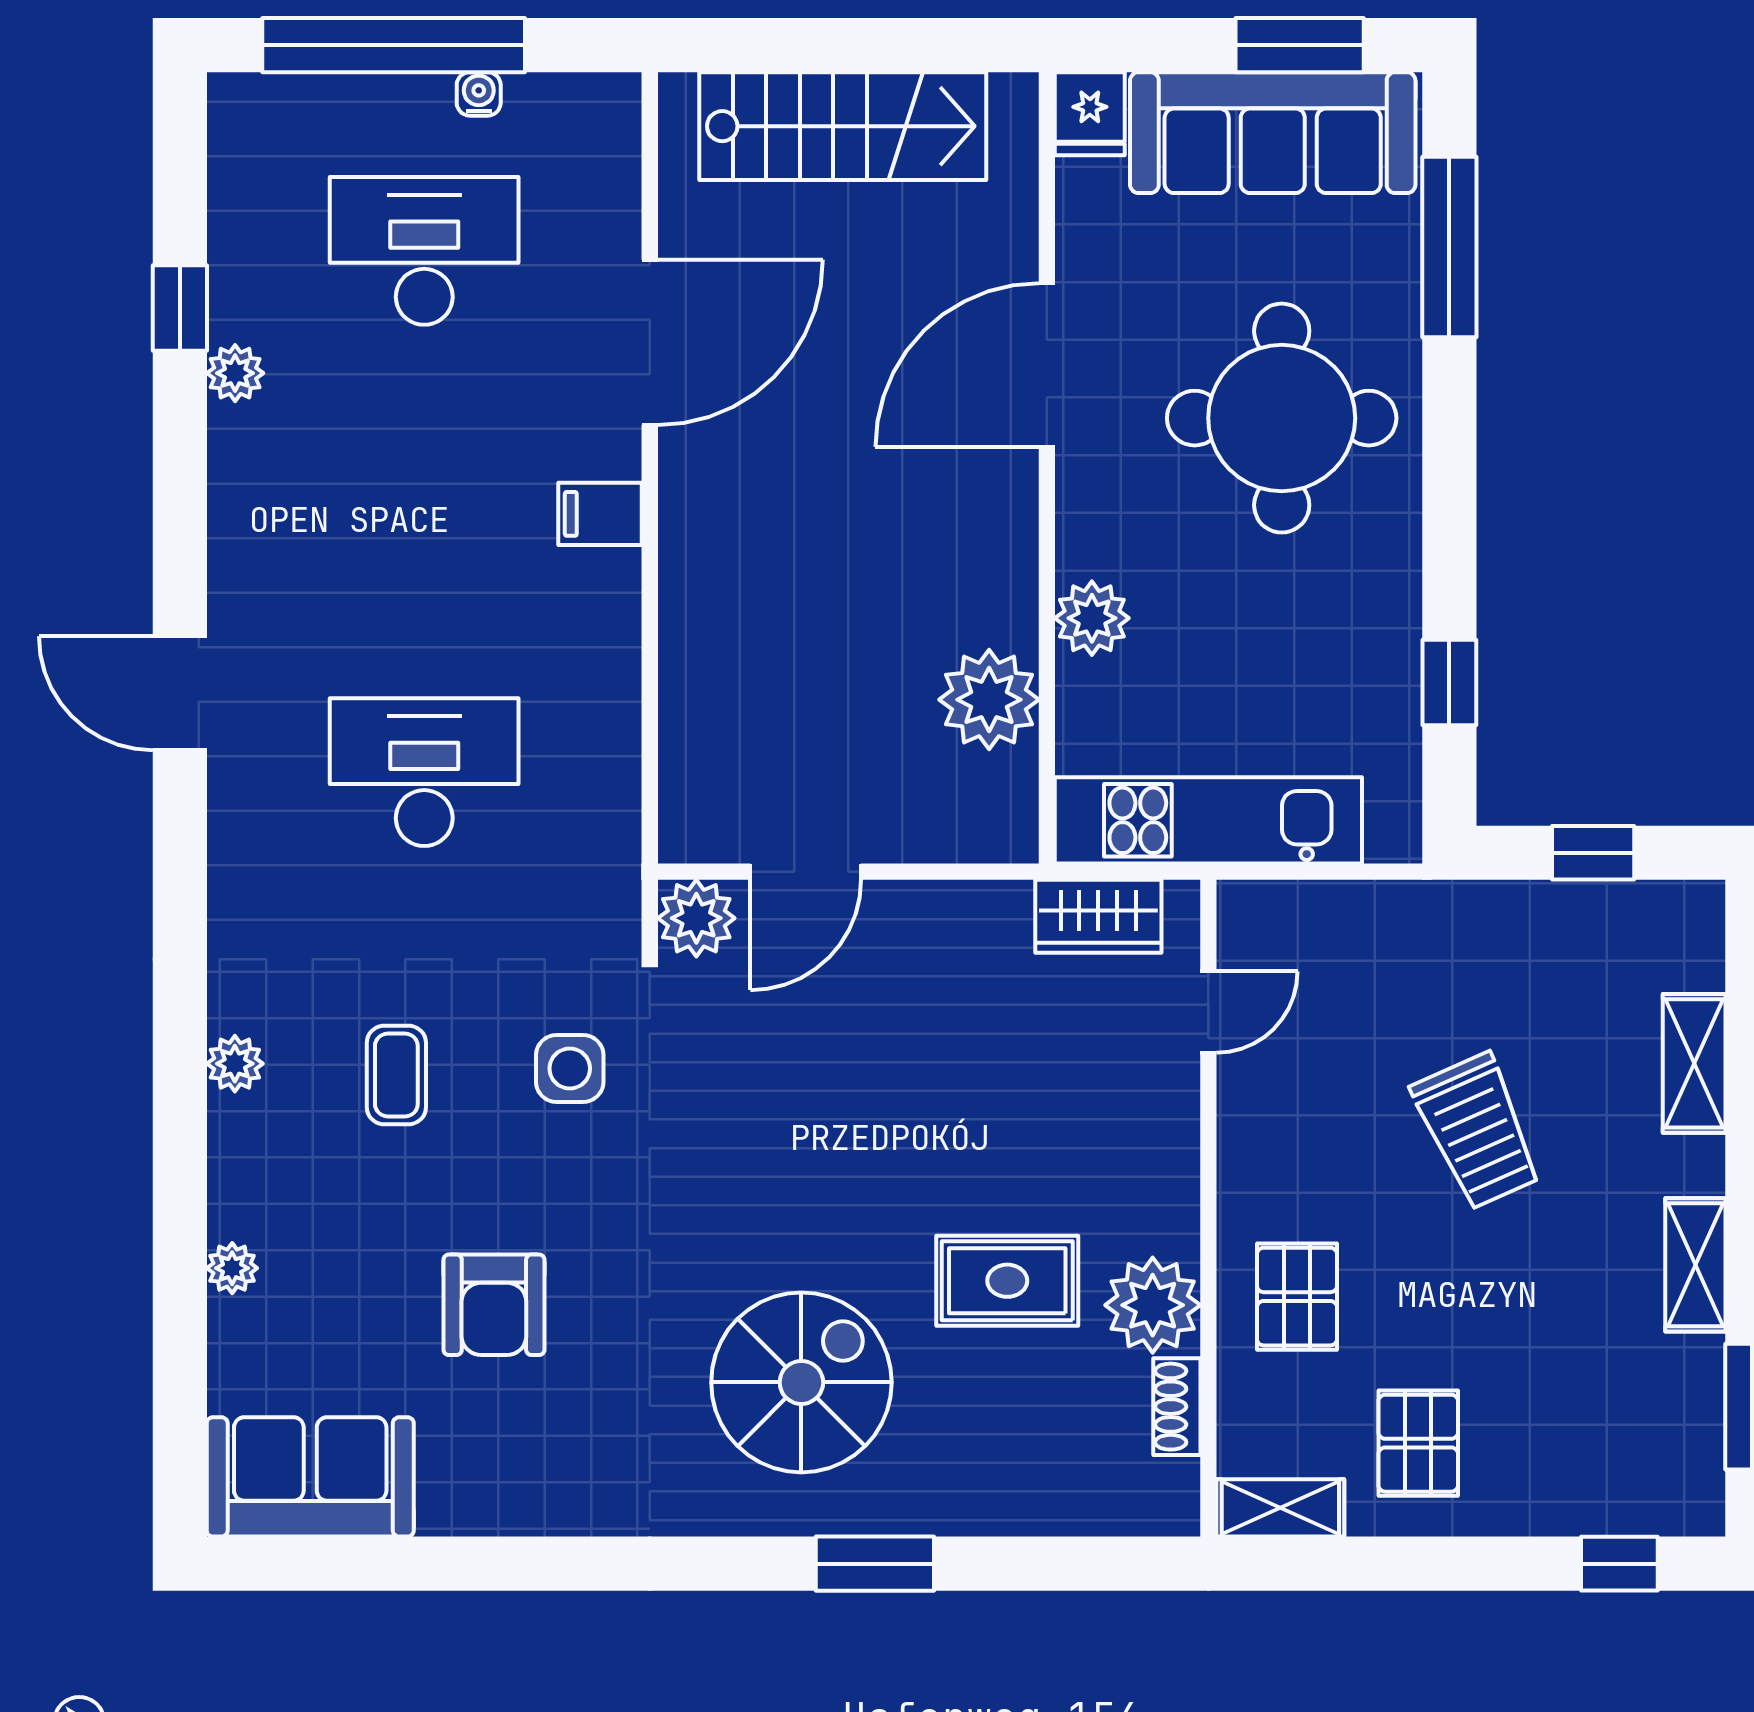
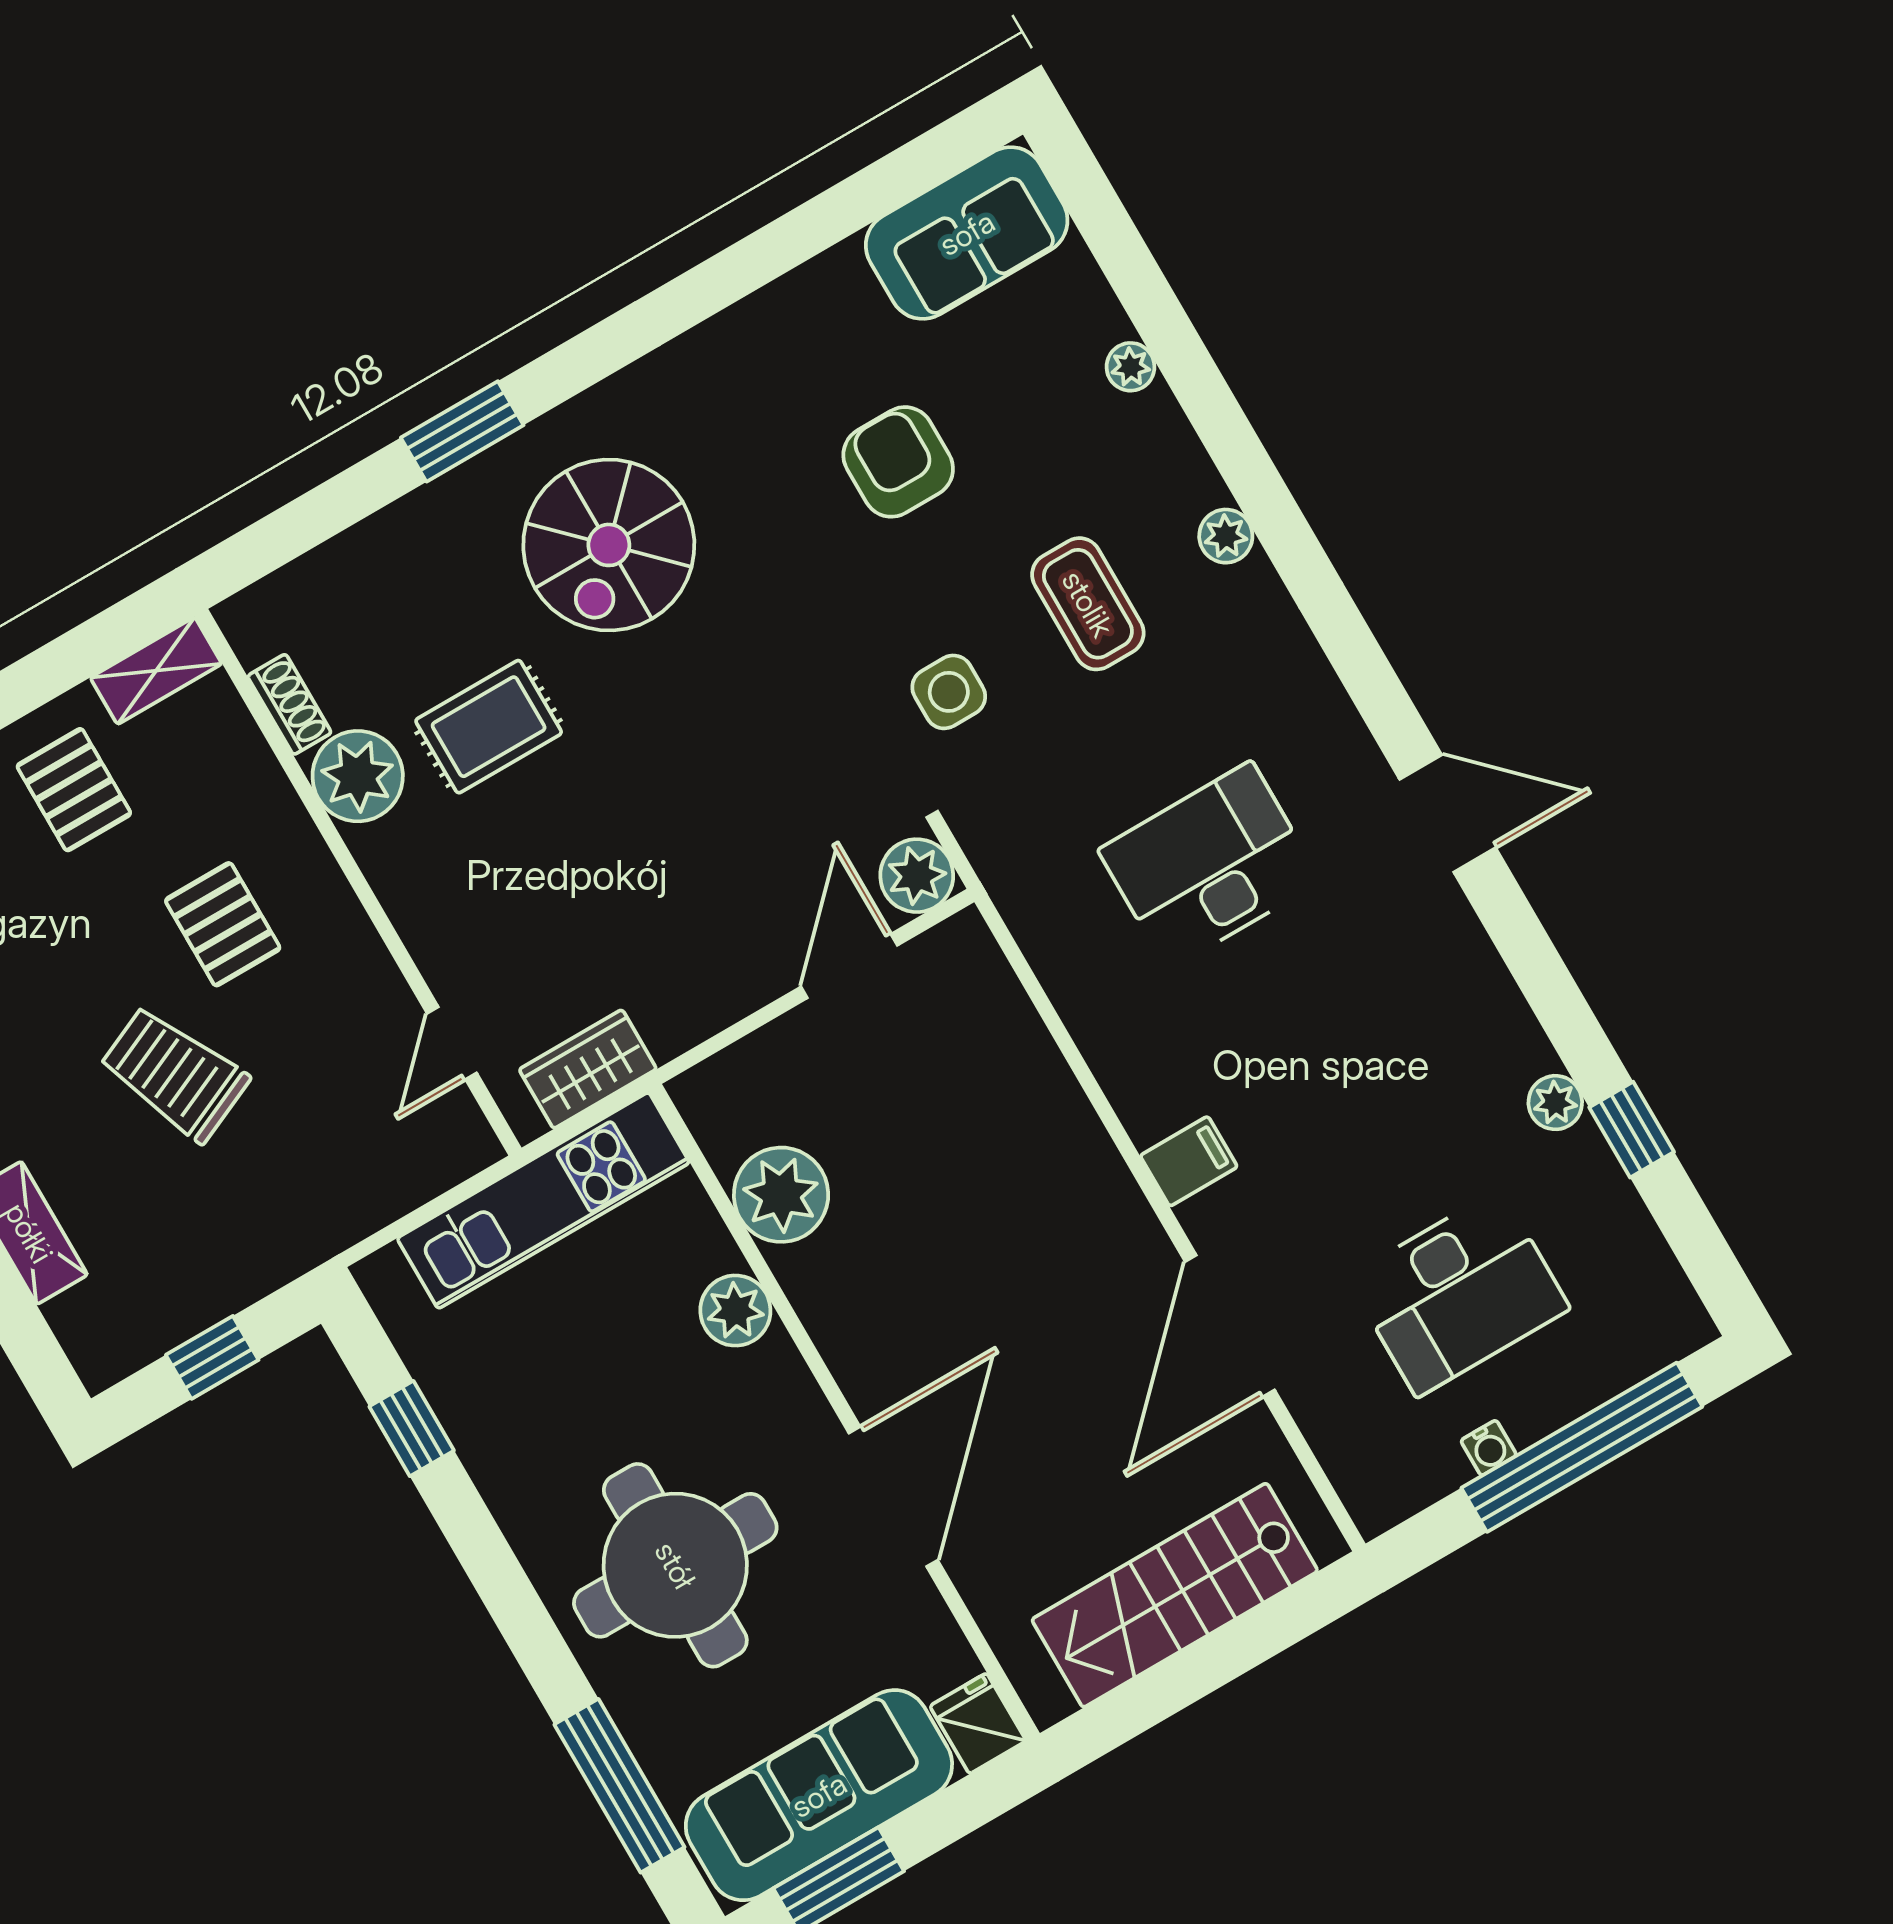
desk: (424, 772) -> (1210, 865), turned 180
coffee table: (396, 1075) -> (1088, 604), width x1.36, depth x1.30
pallet: (1297, 1297) -> (223, 924), moved

